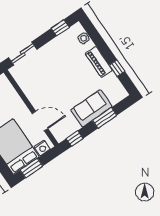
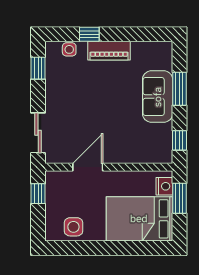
window: (117, 68) -> (89, 34), moved
door: (40, 121) -> (88, 167), moved
window: (32, 168) -> (179, 198), moved

